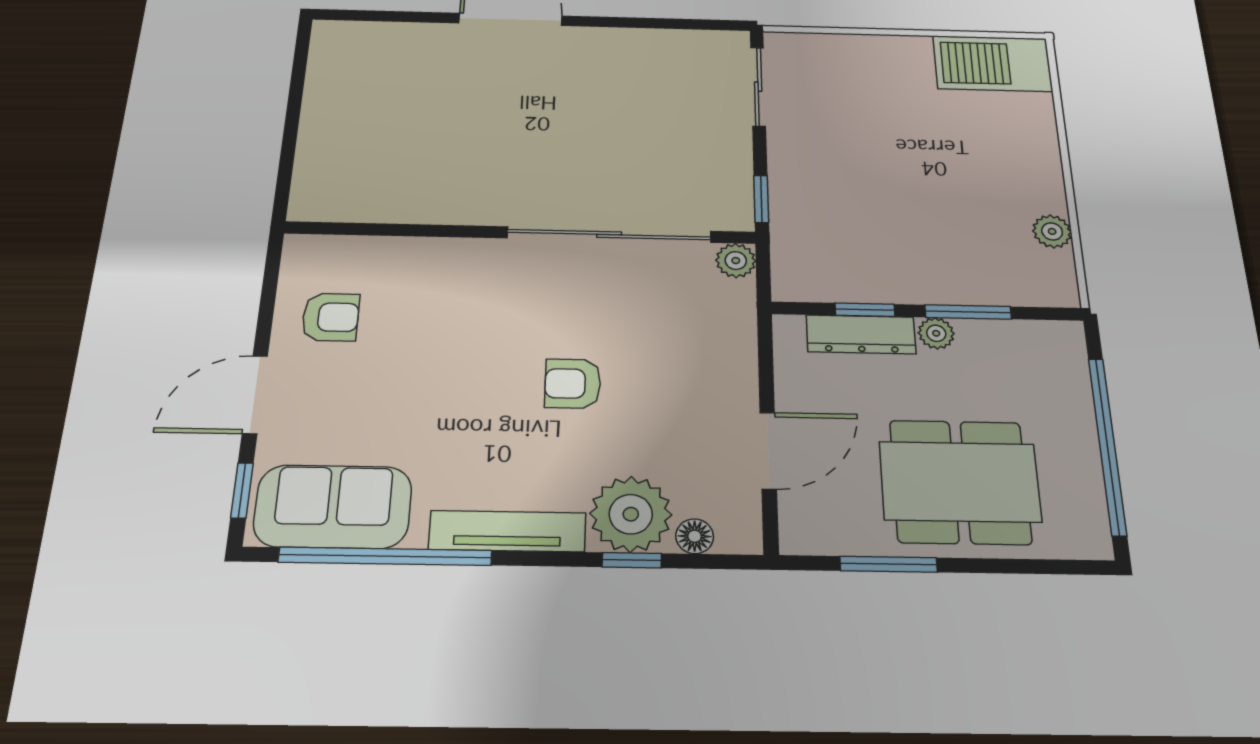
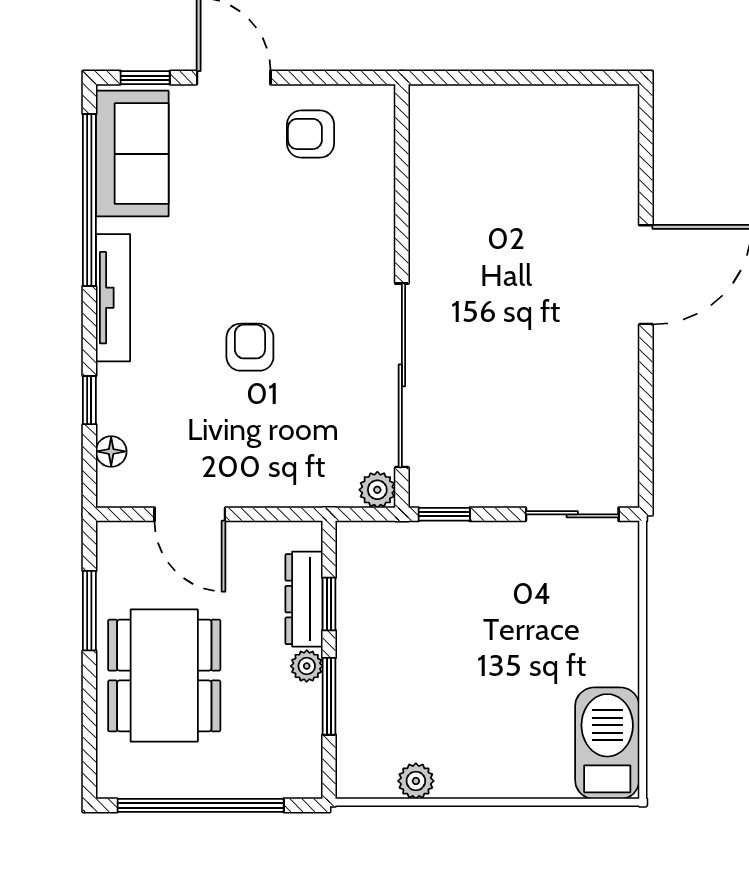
armchair: (331, 317) -> (311, 134), turned 90
plant: (631, 514) -> (130, 399), removed

